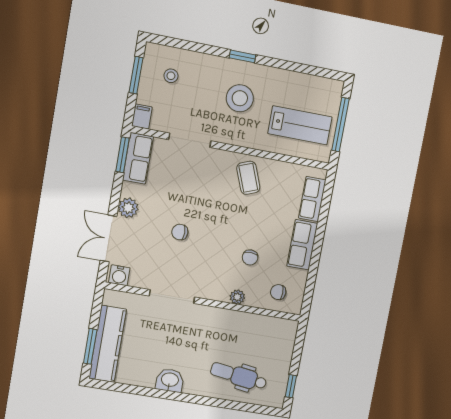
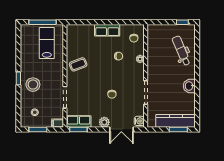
stool: (240, 98) -> (33, 85), moved
row of seats: (312, 199) -> (83, 30), removed
dental chair: (239, 376) -> (181, 51), turned 149

